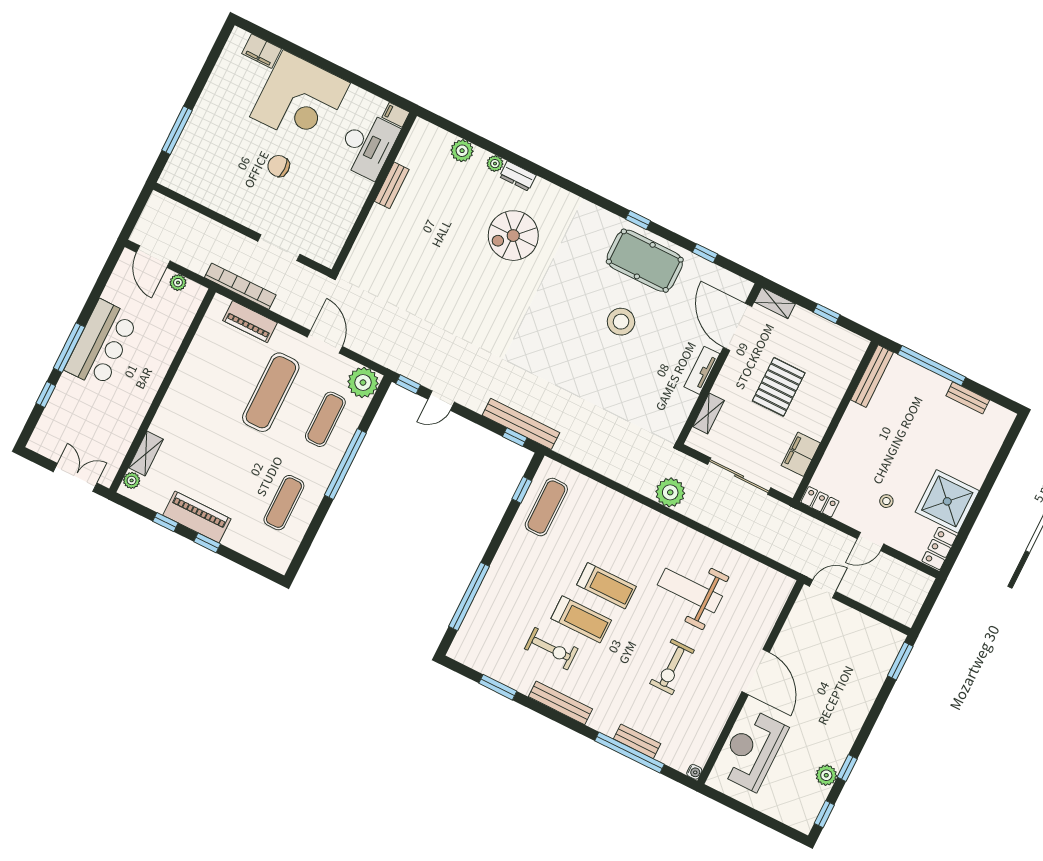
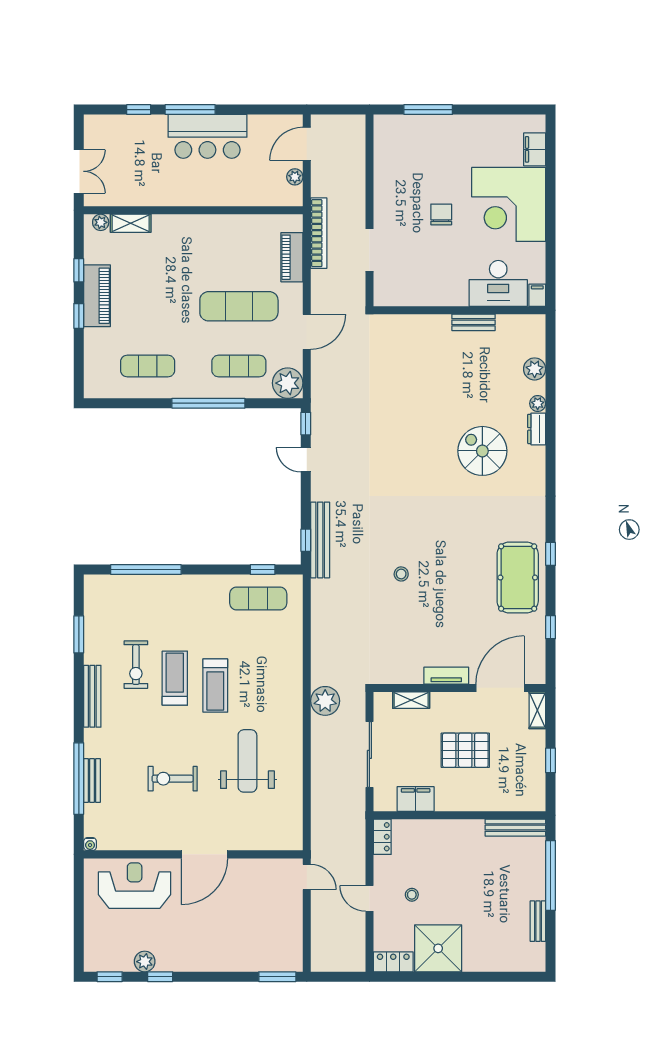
stool: (621, 322) -> (401, 574), moved, width x0.53, depth x0.53
treadmill: (581, 619) -> (175, 678), turned 180

